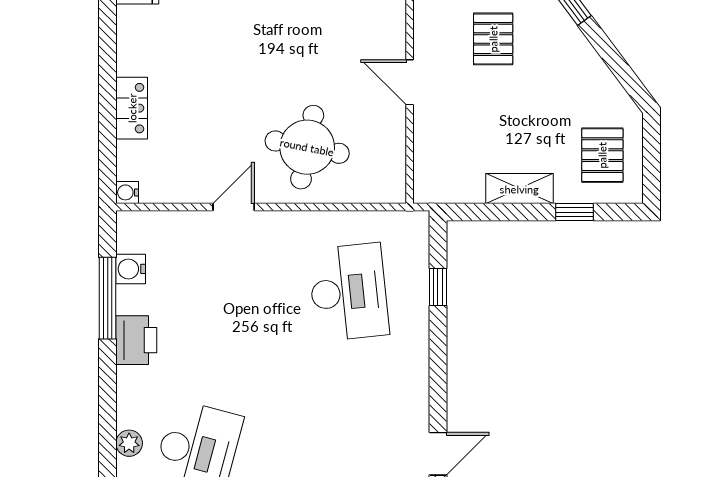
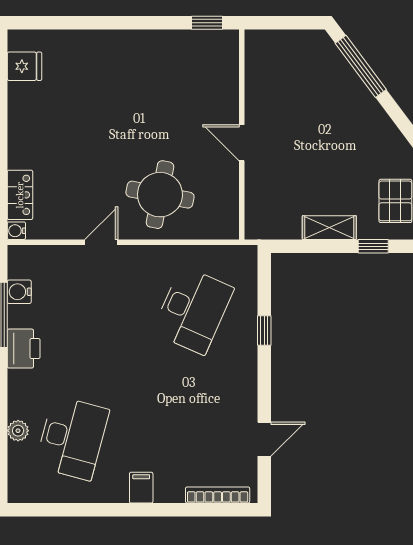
pallet: (493, 39) -> (308, 108), removed
locker: (132, 108) -> (20, 195), moved
window: (438, 287) -> (264, 330), moved
desk: (349, 292) -> (193, 310), turned 30

